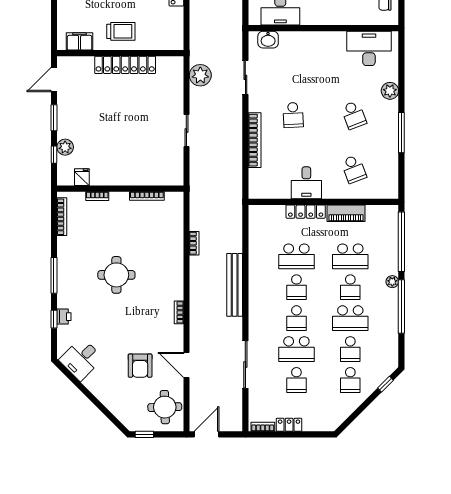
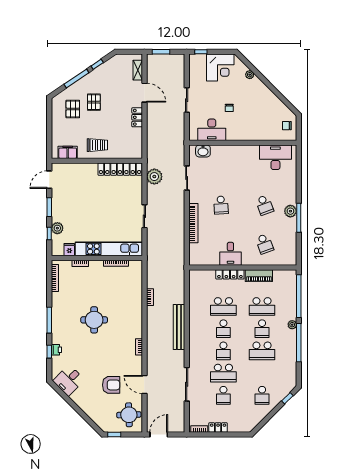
locker: (125, 65) -> (120, 169), moved
plant: (390, 91) -> (290, 211), moved
kitchen unit: (137, 176) -> (109, 249), added
school desk: (350, 349) -> (262, 373), removed
armchair: (140, 366) -> (111, 385), turned -90

